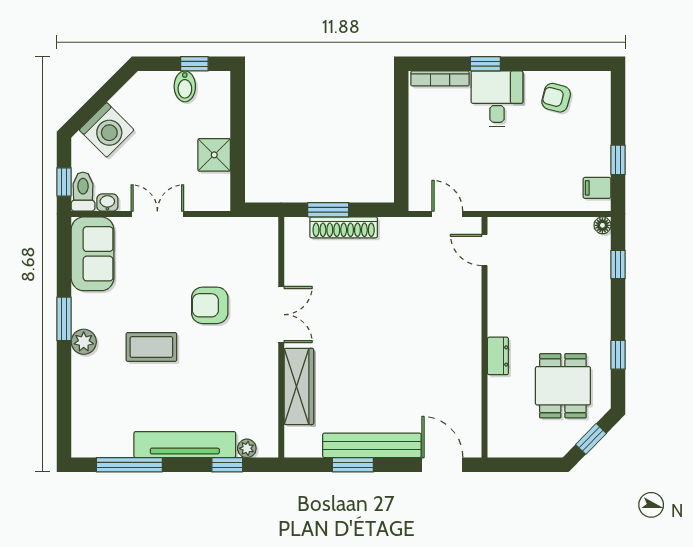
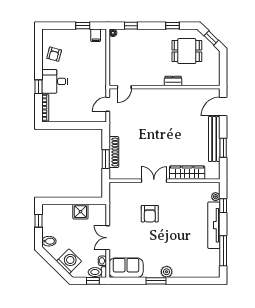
bidet: (185, 86) -> (49, 241), moved
coffee table: (151, 347) -> (169, 241), removed

